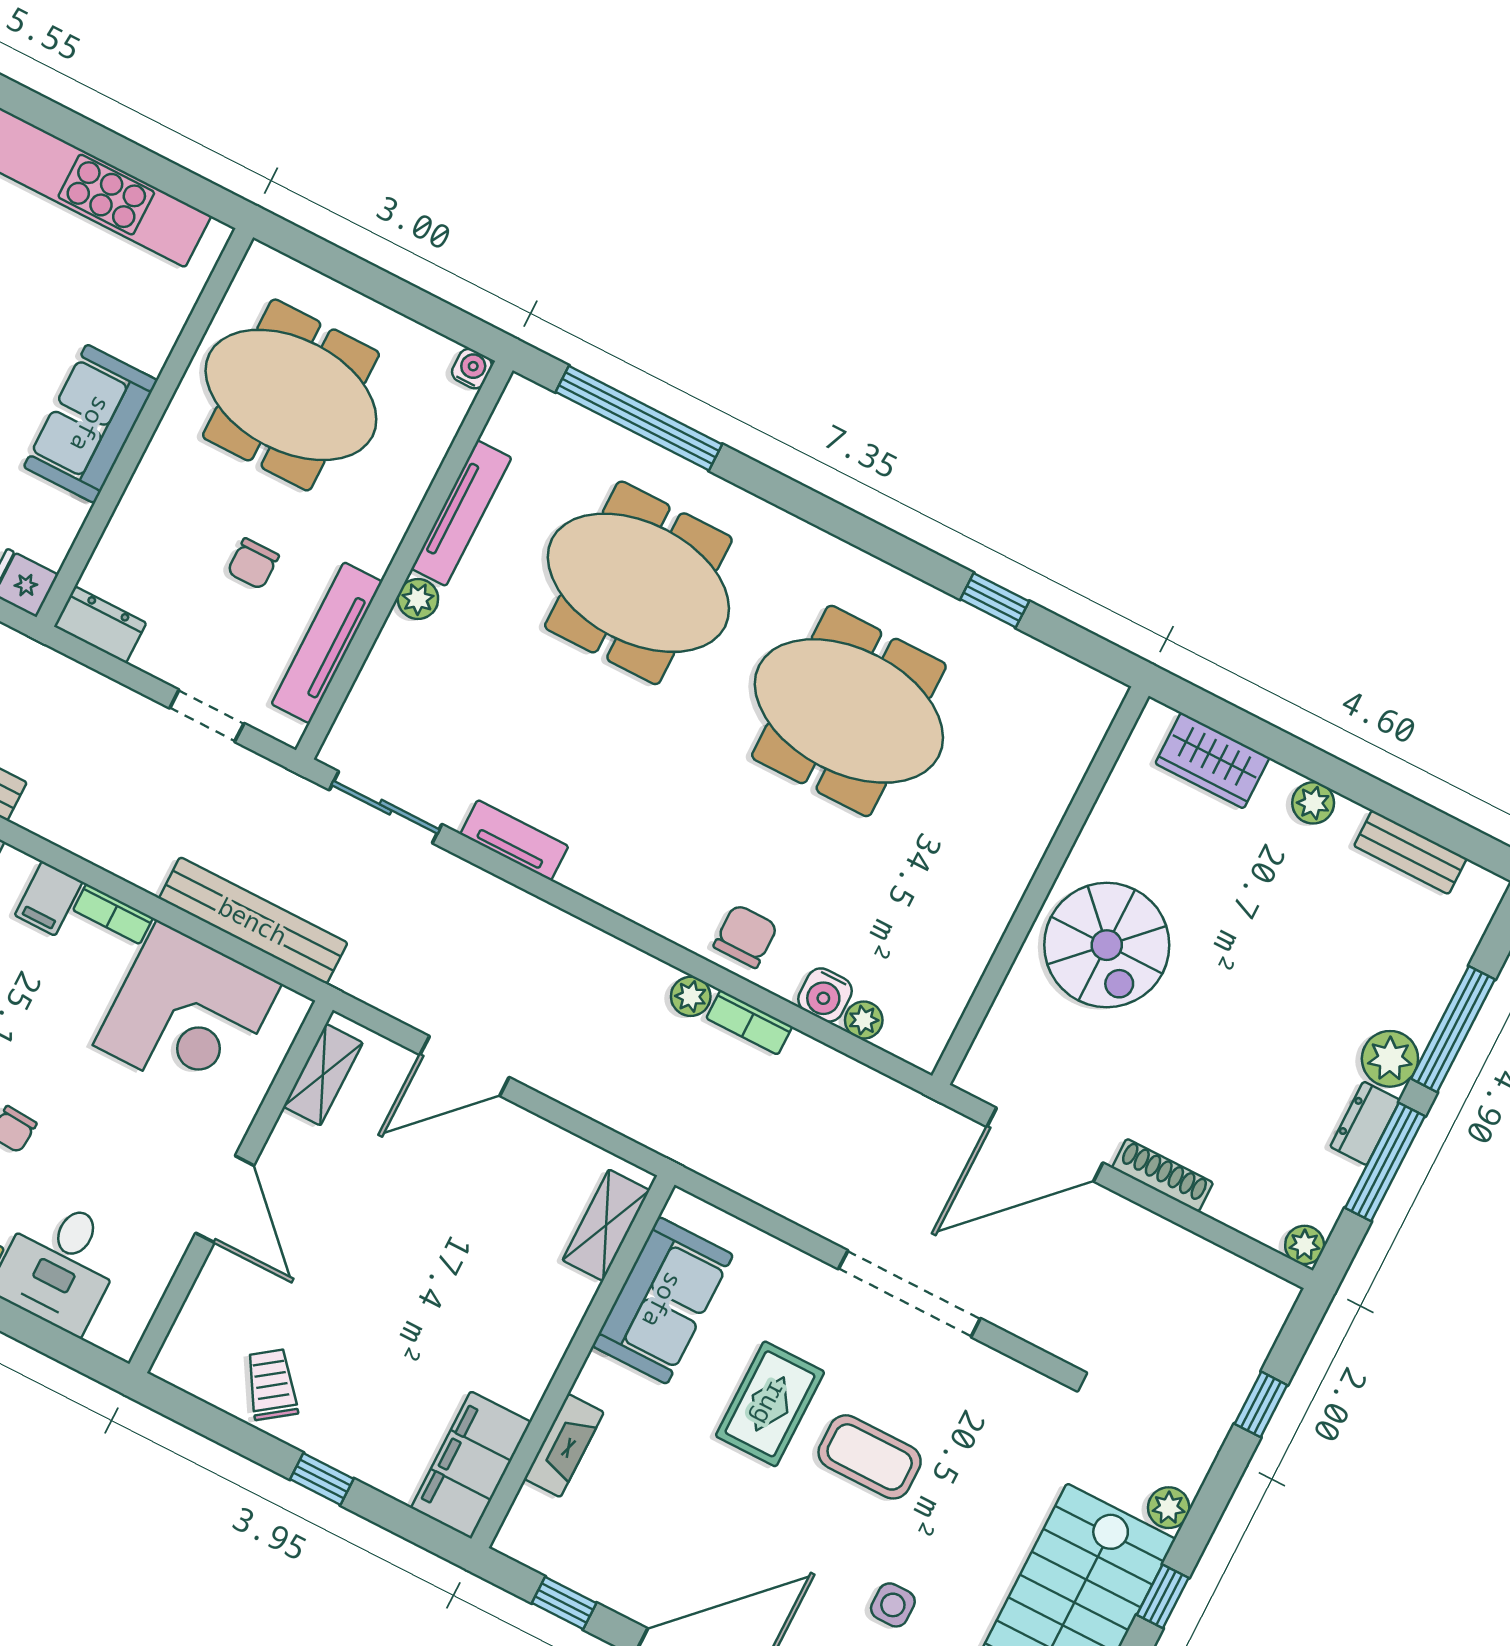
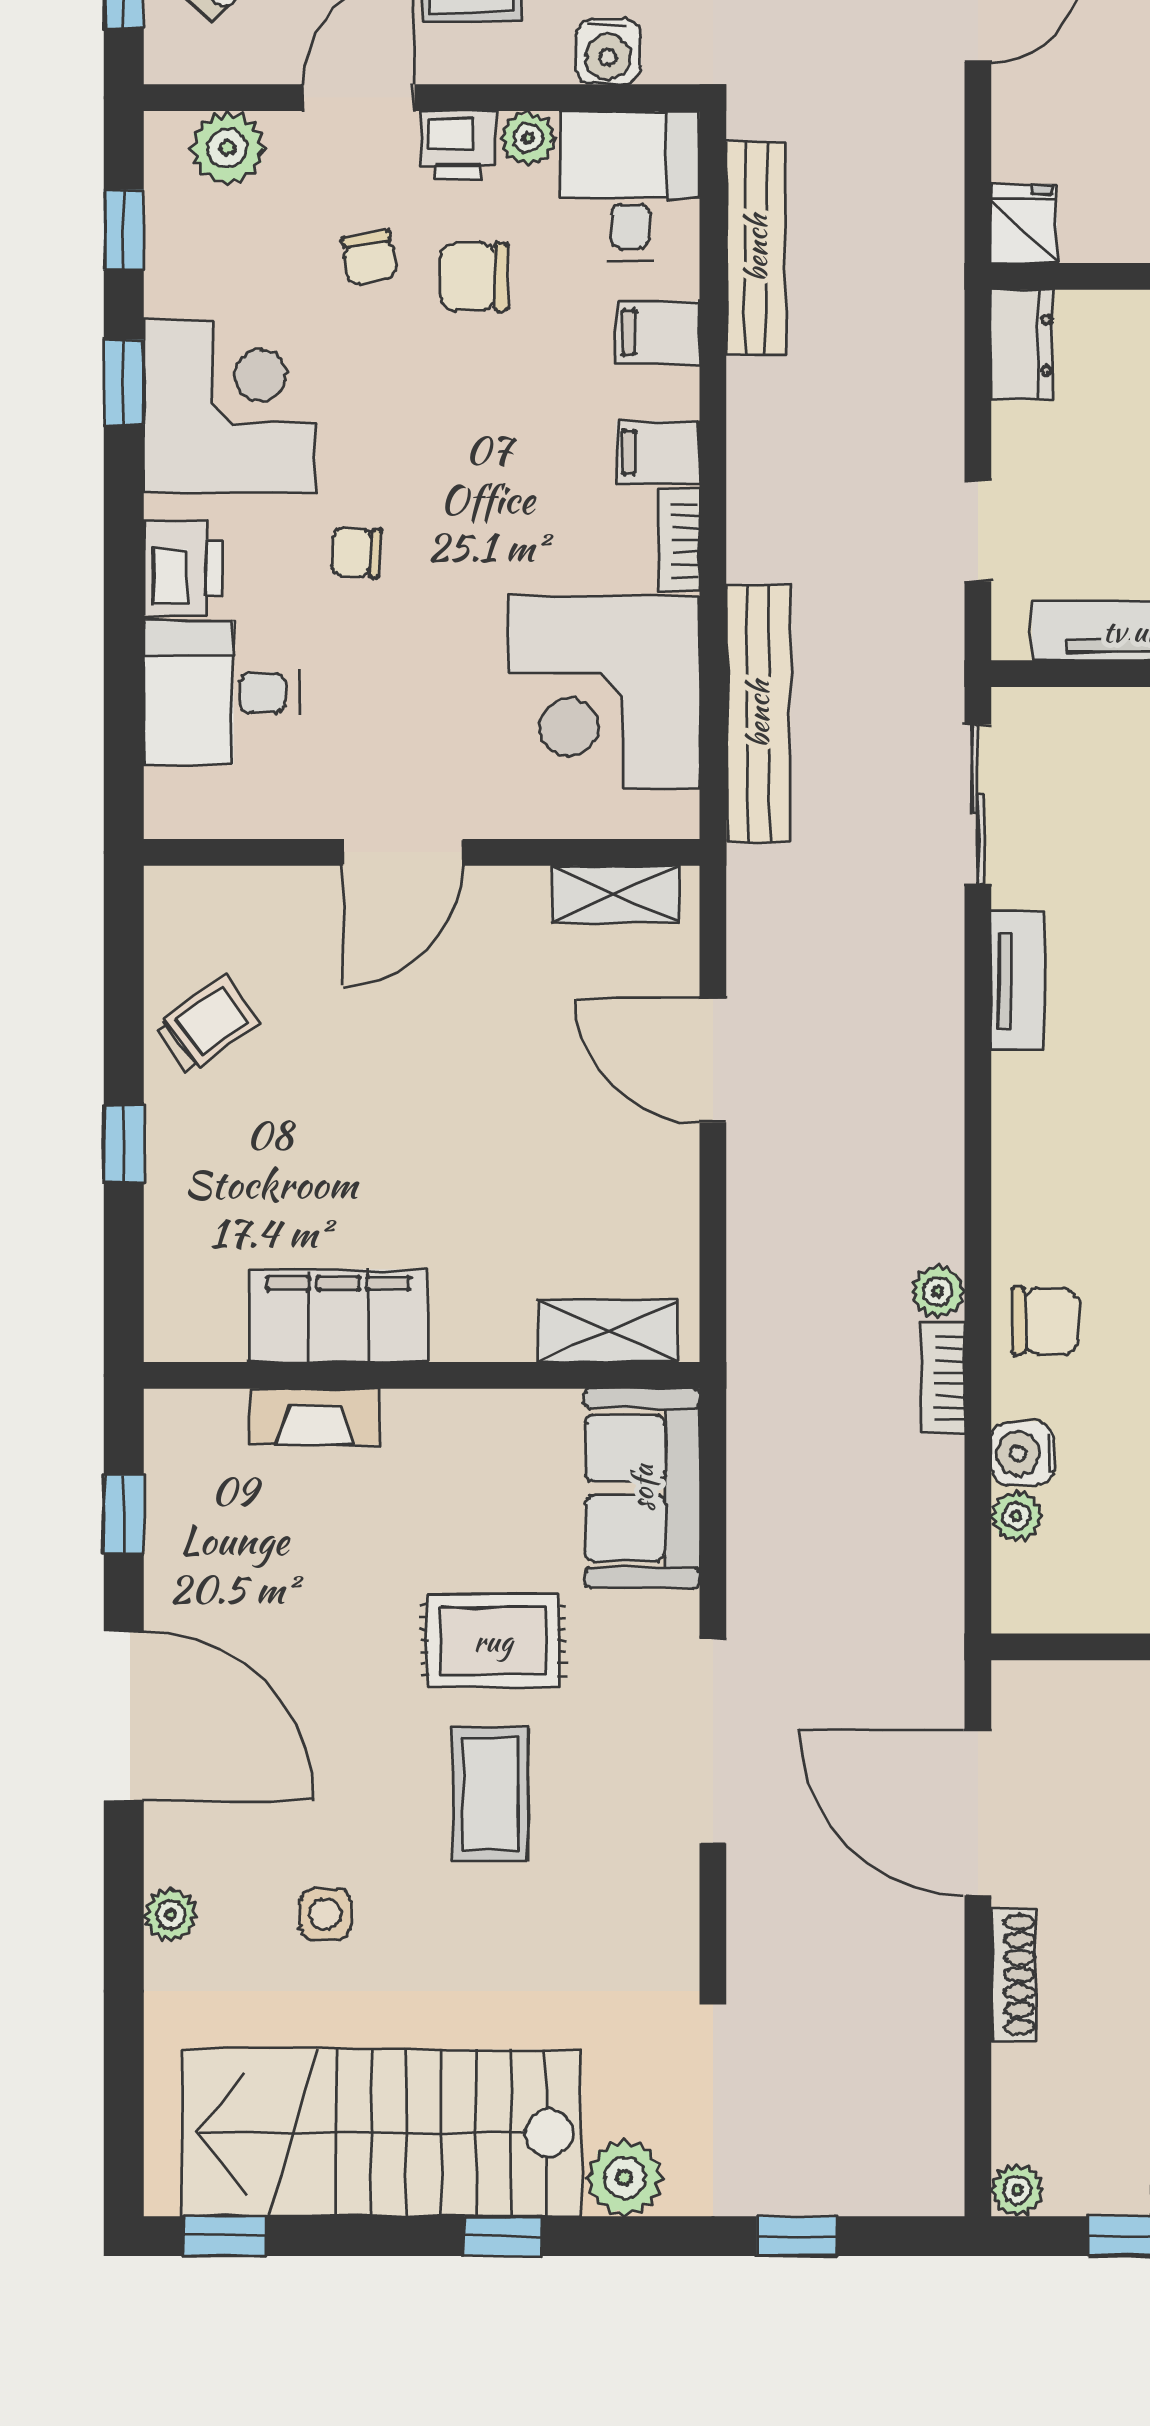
sofa: (663, 1300) -> (642, 1488), moved, turned 90
filing cabinet: (471, 1465) -> (338, 1316), moved
plant: (1169, 1508) -> (625, 2178), width x1.38, depth x1.38

